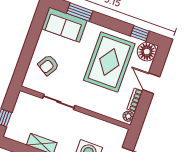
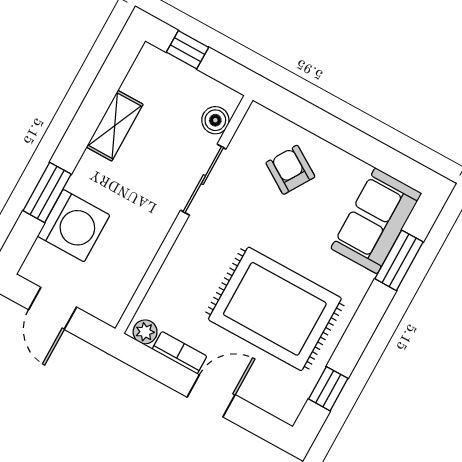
floor lamp: (147, 52) -> (284, 398), removed
boiler: (32, 101) -> (215, 120), added

